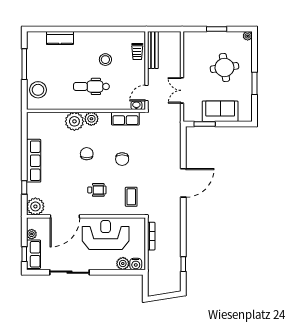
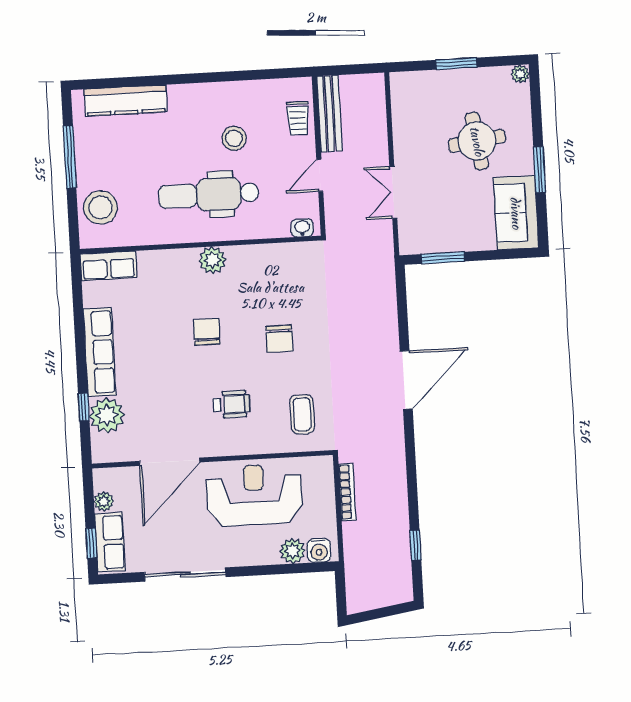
kitchen counter: (60, 38) -> (126, 101), width x1.50
dental chair: (91, 86) -> (209, 195), width x1.36, depth x1.38
door: (146, 93) -> (320, 175), moved
sofa: (220, 111) -> (516, 213), moved, turned -90
row of seats: (125, 119) -> (109, 266), moved
plant: (74, 121) -> (178, 267), removed
plant: (35, 206) -> (107, 415), moved

